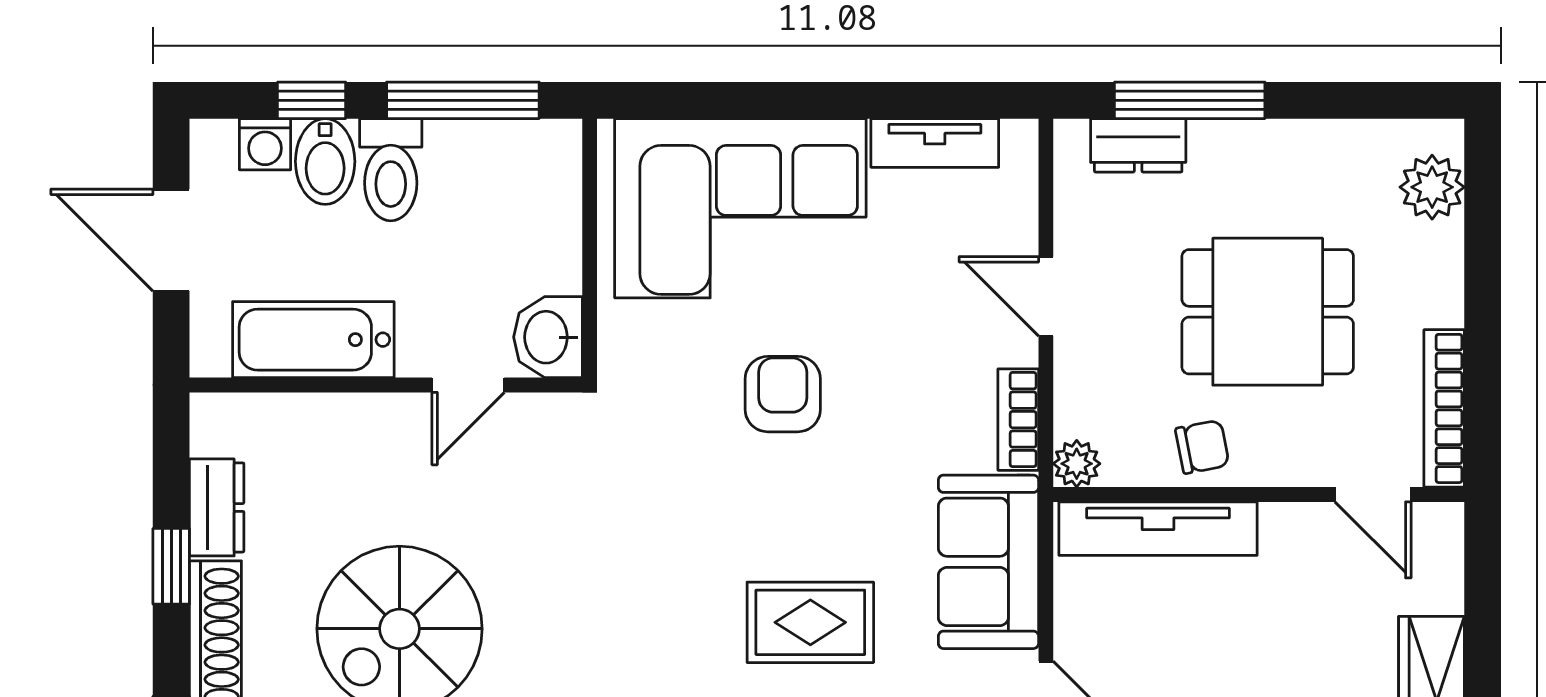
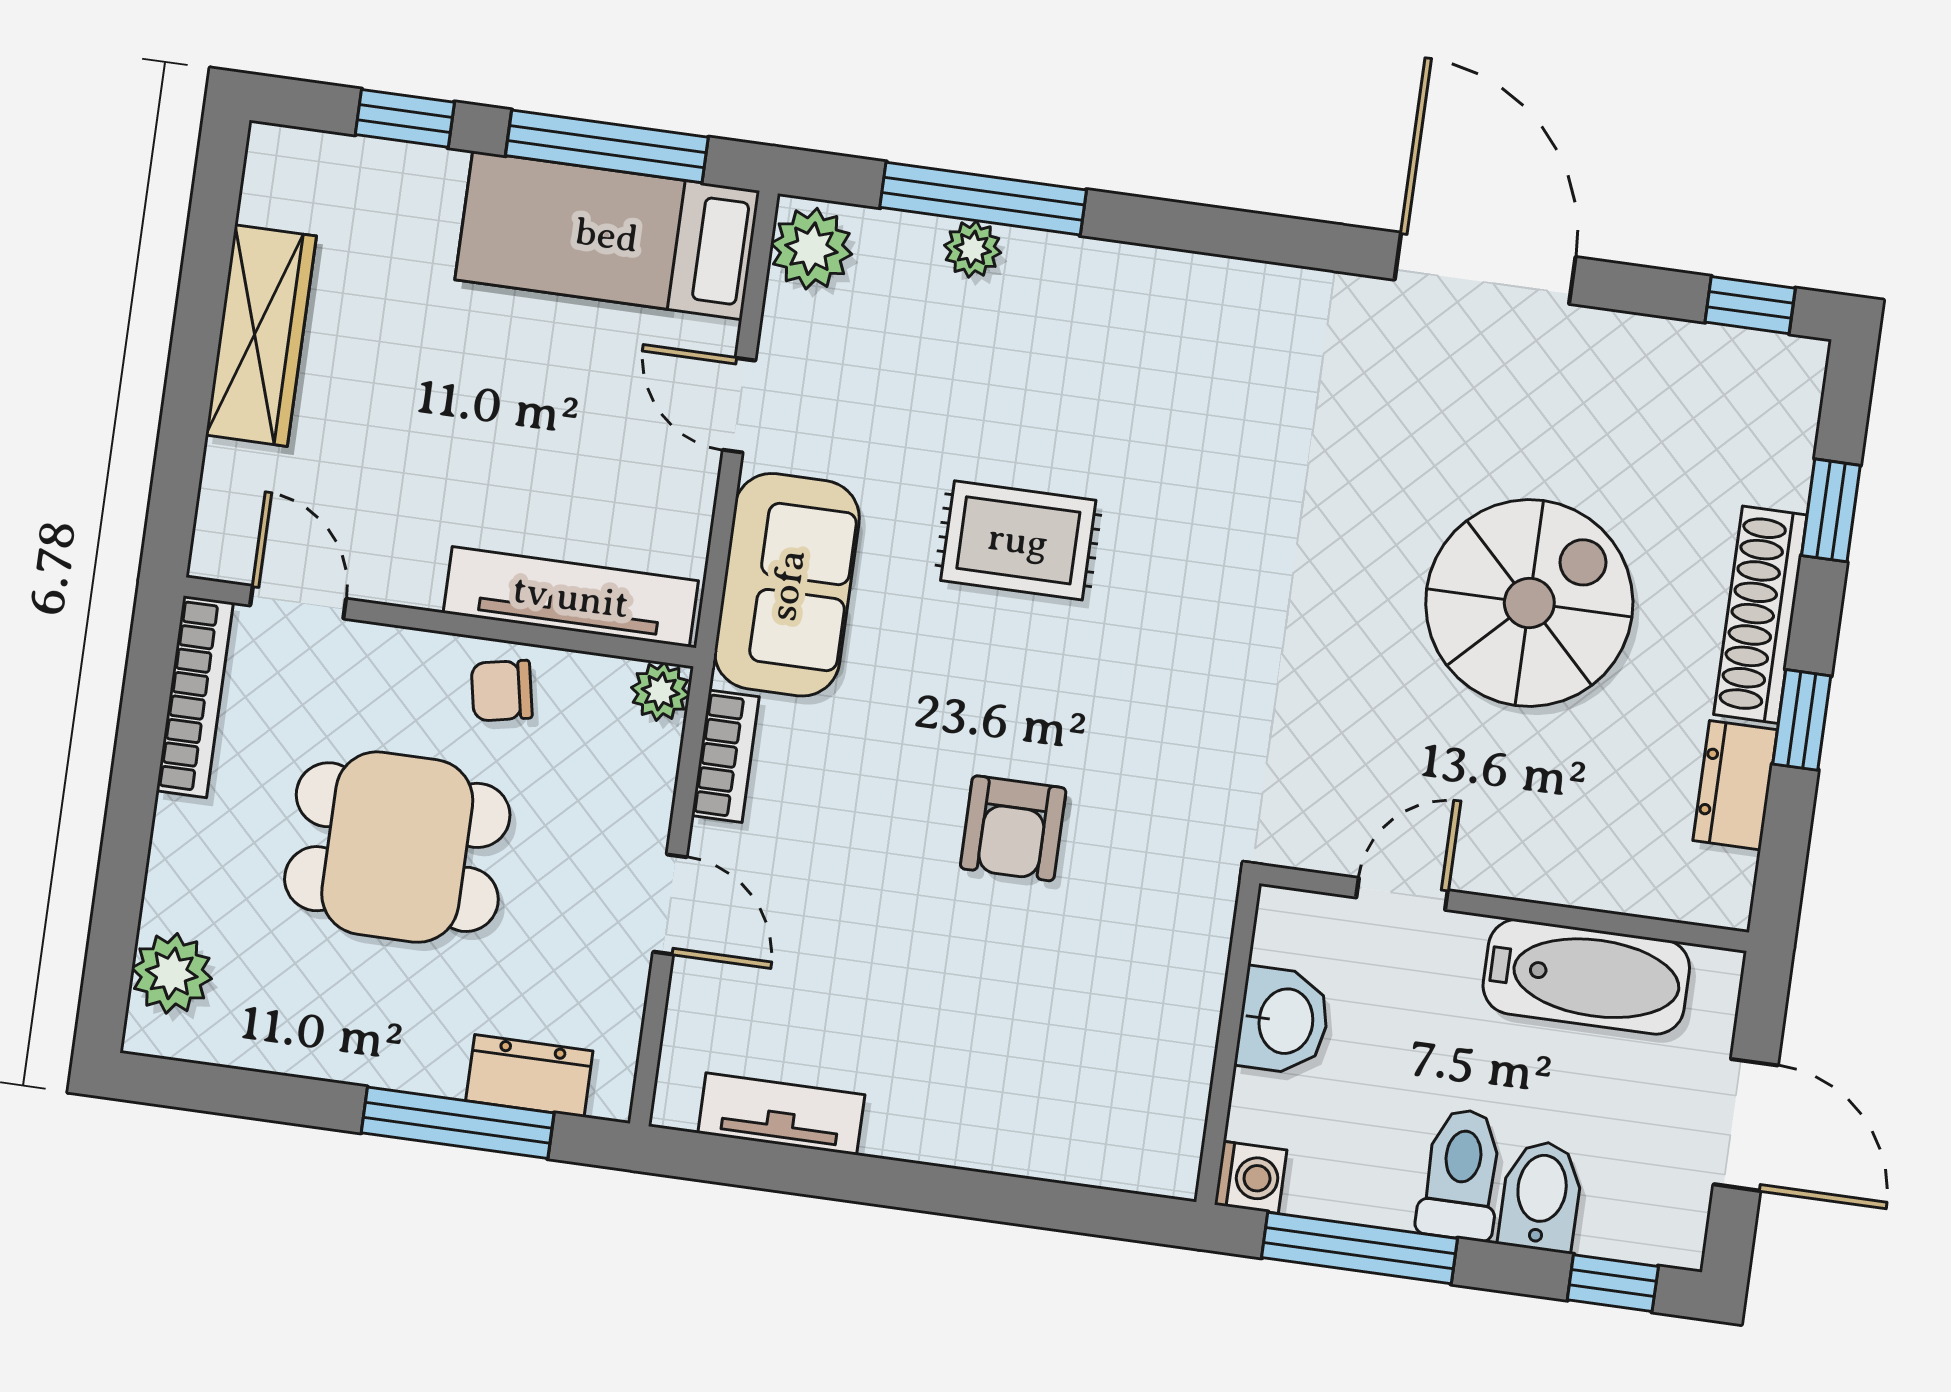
window: (312, 100) -> (1613, 1283), moved
washing machine: (265, 144) -> (1251, 1177), moved, turned 90
corner sofa: (740, 208) -> (1034, 1066), removed
washbasin: (548, 337) -> (1283, 1021), moved

